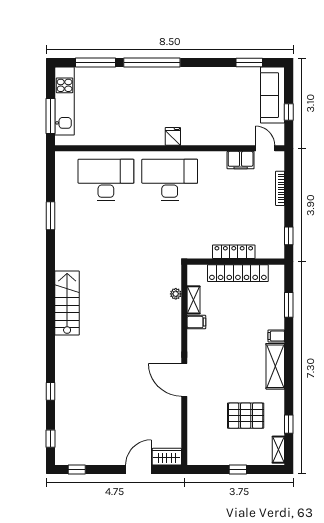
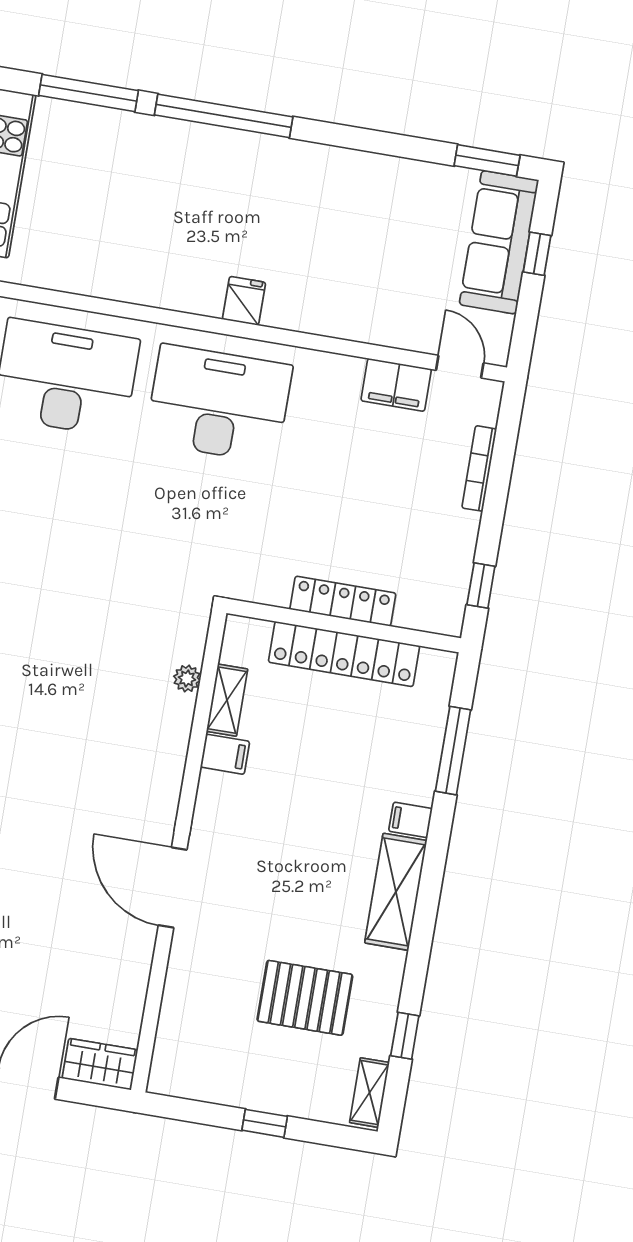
window: (249, 63) -> (487, 160), moved
window: (289, 112) -> (537, 254), moved
window: (289, 305) -> (453, 751), width x1.44

